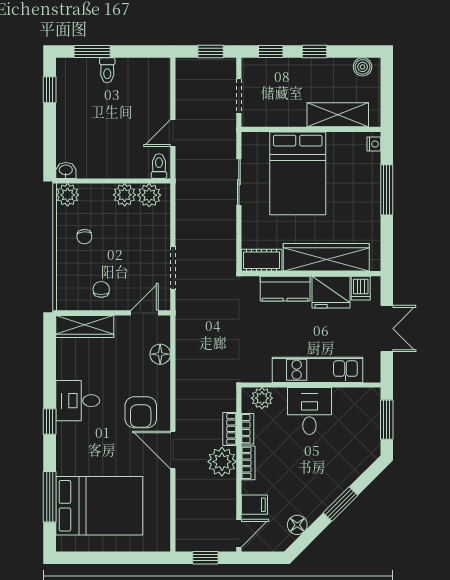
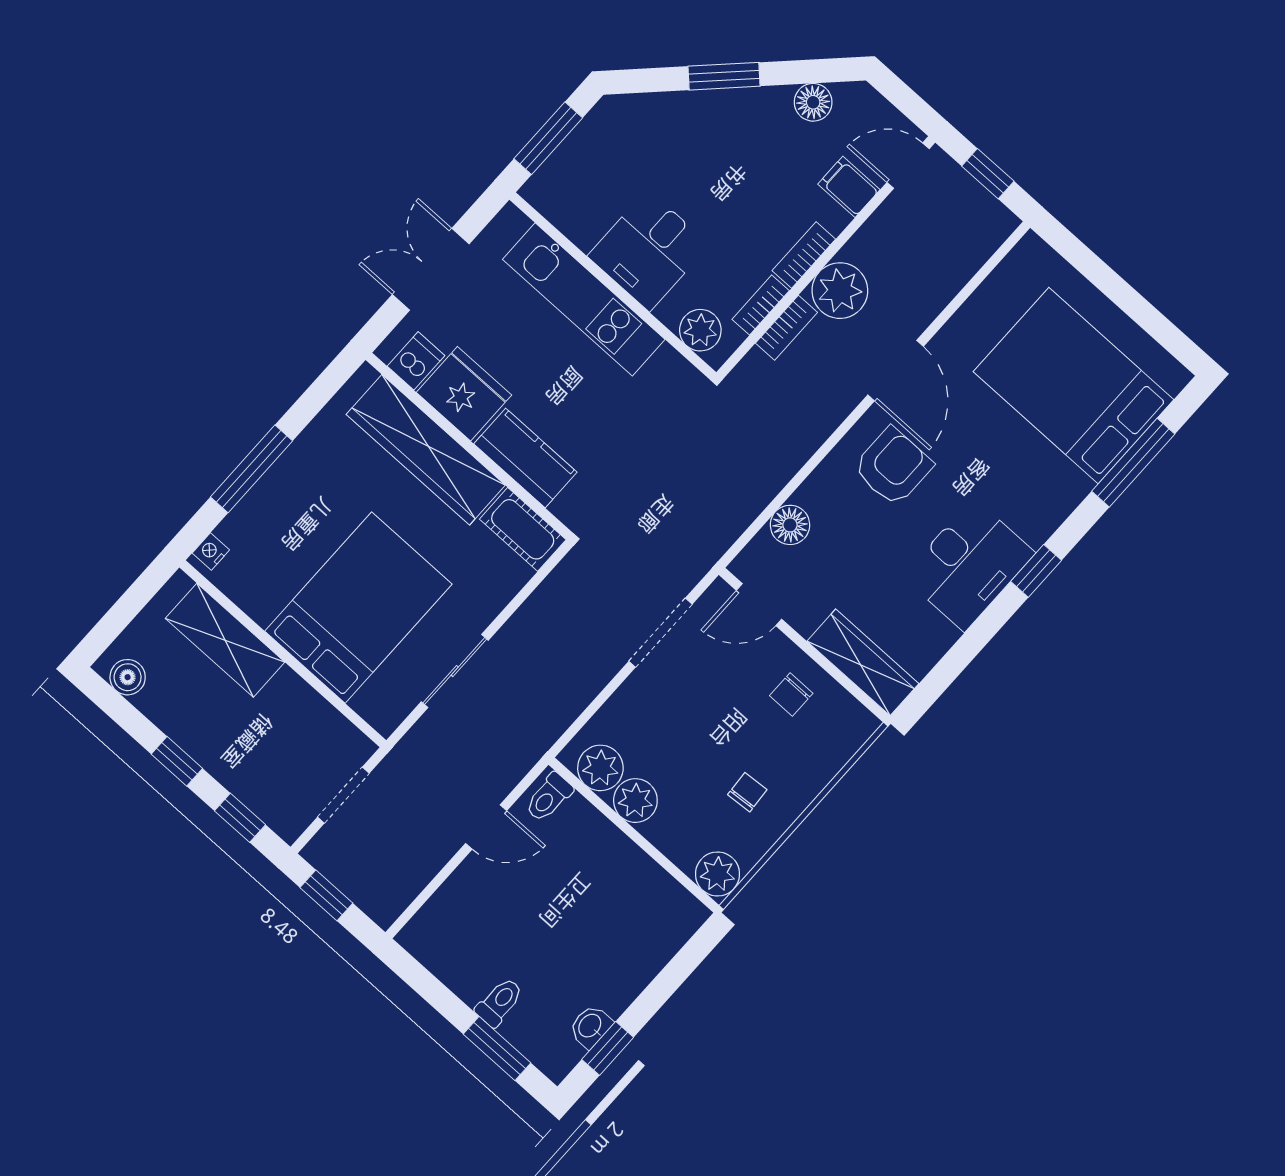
washbasin: (66, 170) -> (590, 1026), moved, turned 90
desk: (78, 401) -> (969, 565), width x1.37

